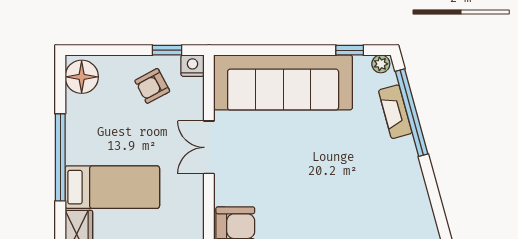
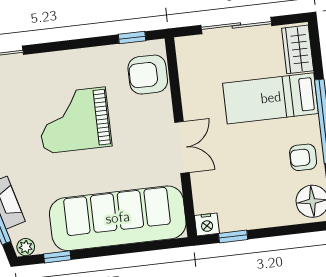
armchair: (152, 86) -> (303, 157), moved, turned -152
grand piano: (316, 188) -> (74, 120), added

